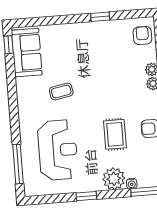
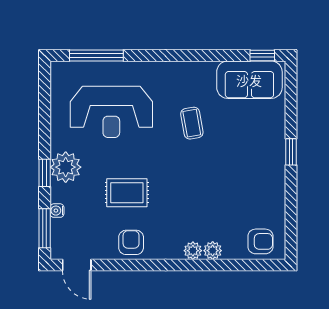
window: (100, 17) -> (291, 152), moved
plant: (114, 179) -> (66, 167), moved
window: (86, 196) -> (45, 173), moved

